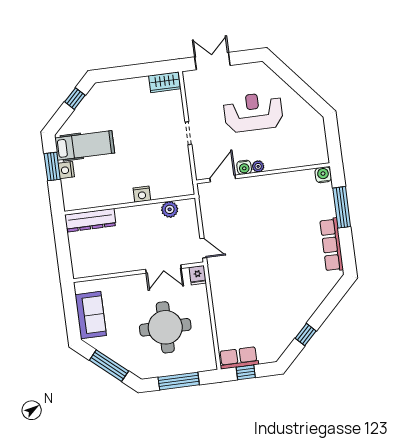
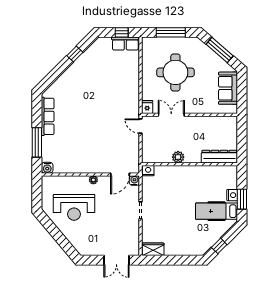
reception desk: (253, 112) -> (74, 207), moved
water cooler: (244, 167) -> (134, 181), moved
nightstand: (142, 194) -> (148, 171), moved
plant: (170, 209) -> (178, 157), moved

